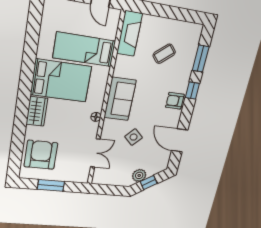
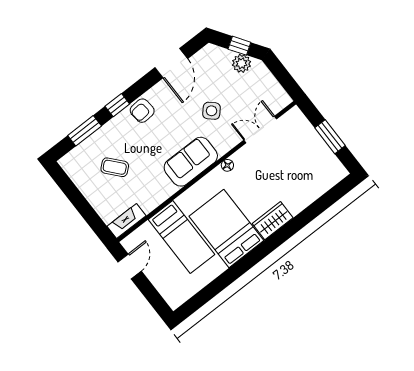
fireplace: (130, 34) -> (126, 221), width x0.73, depth x0.76
armchair: (175, 101) -> (142, 111), turned 85
armchair: (41, 155) -> (309, 176), removed

